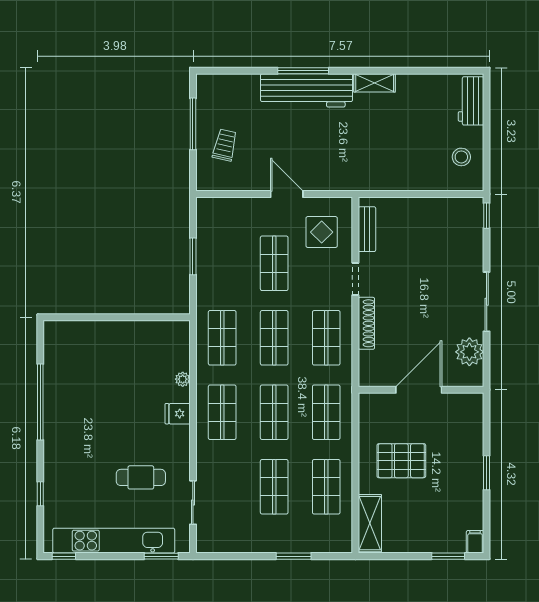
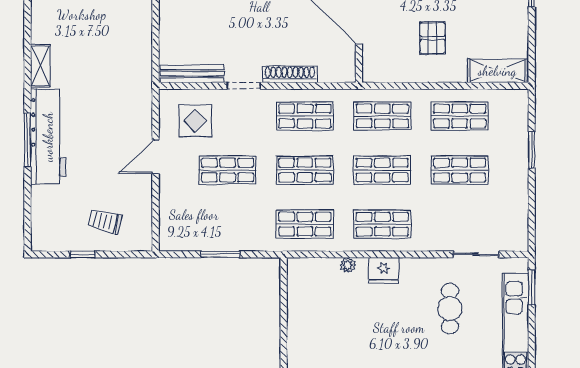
window: (193, 124) -> (83, 254), width x0.46
bench: (367, 229) -> (192, 74), width x1.36
fridge: (178, 414) -> (384, 270), width x1.38
pallet: (401, 461) -> (433, 38), width x0.67, depth x0.71

